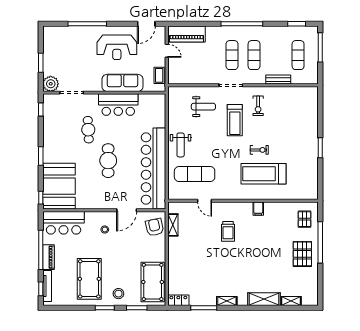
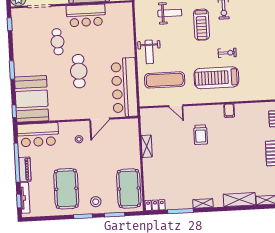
bar counter: (154, 168) -> (124, 87), width x0.73
treadmill: (264, 174) -> (216, 78), moved
shelving: (173, 225) -> (147, 146), moved
armchair: (155, 227) -> (128, 134), removed

